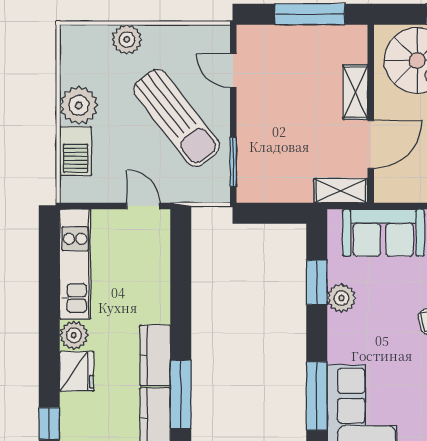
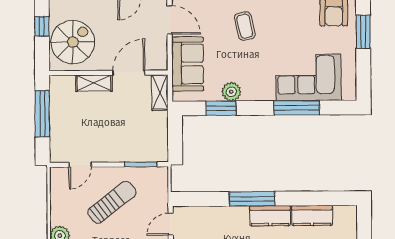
sun lounger: (177, 118) -> (112, 202), width x0.73, depth x0.75
door: (371, 144) -> (129, 73), hinge flipped
window: (181, 394) -> (252, 199), moved

